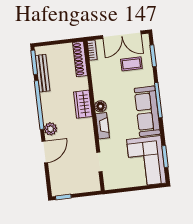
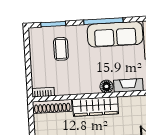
double door: (122, 35) -> (28, 58), removed
wardrobe: (83, 104) -> (95, 106), width x1.50

